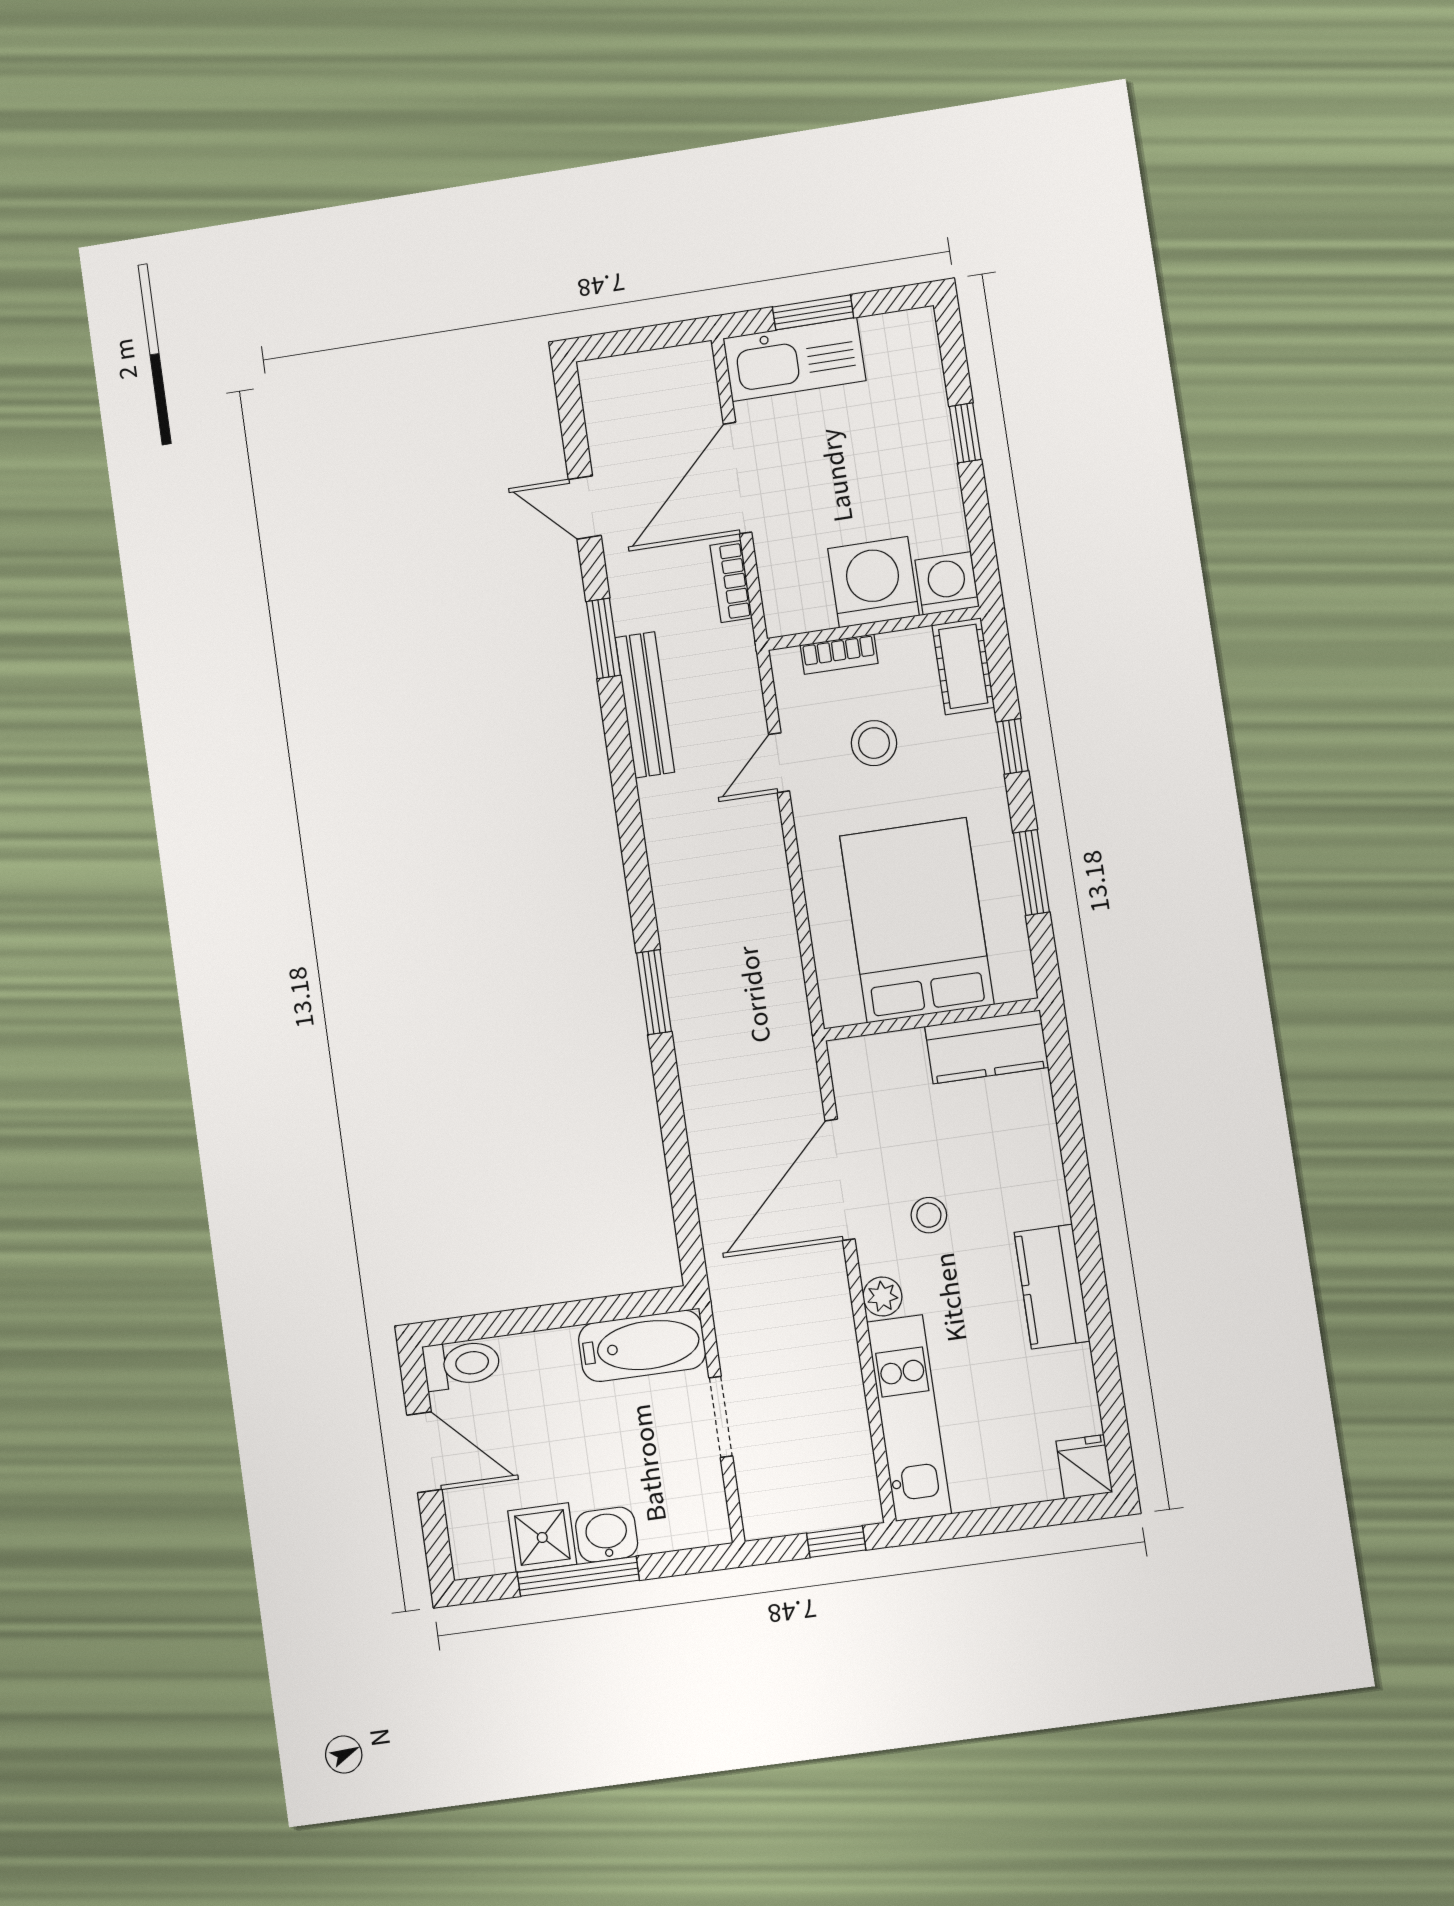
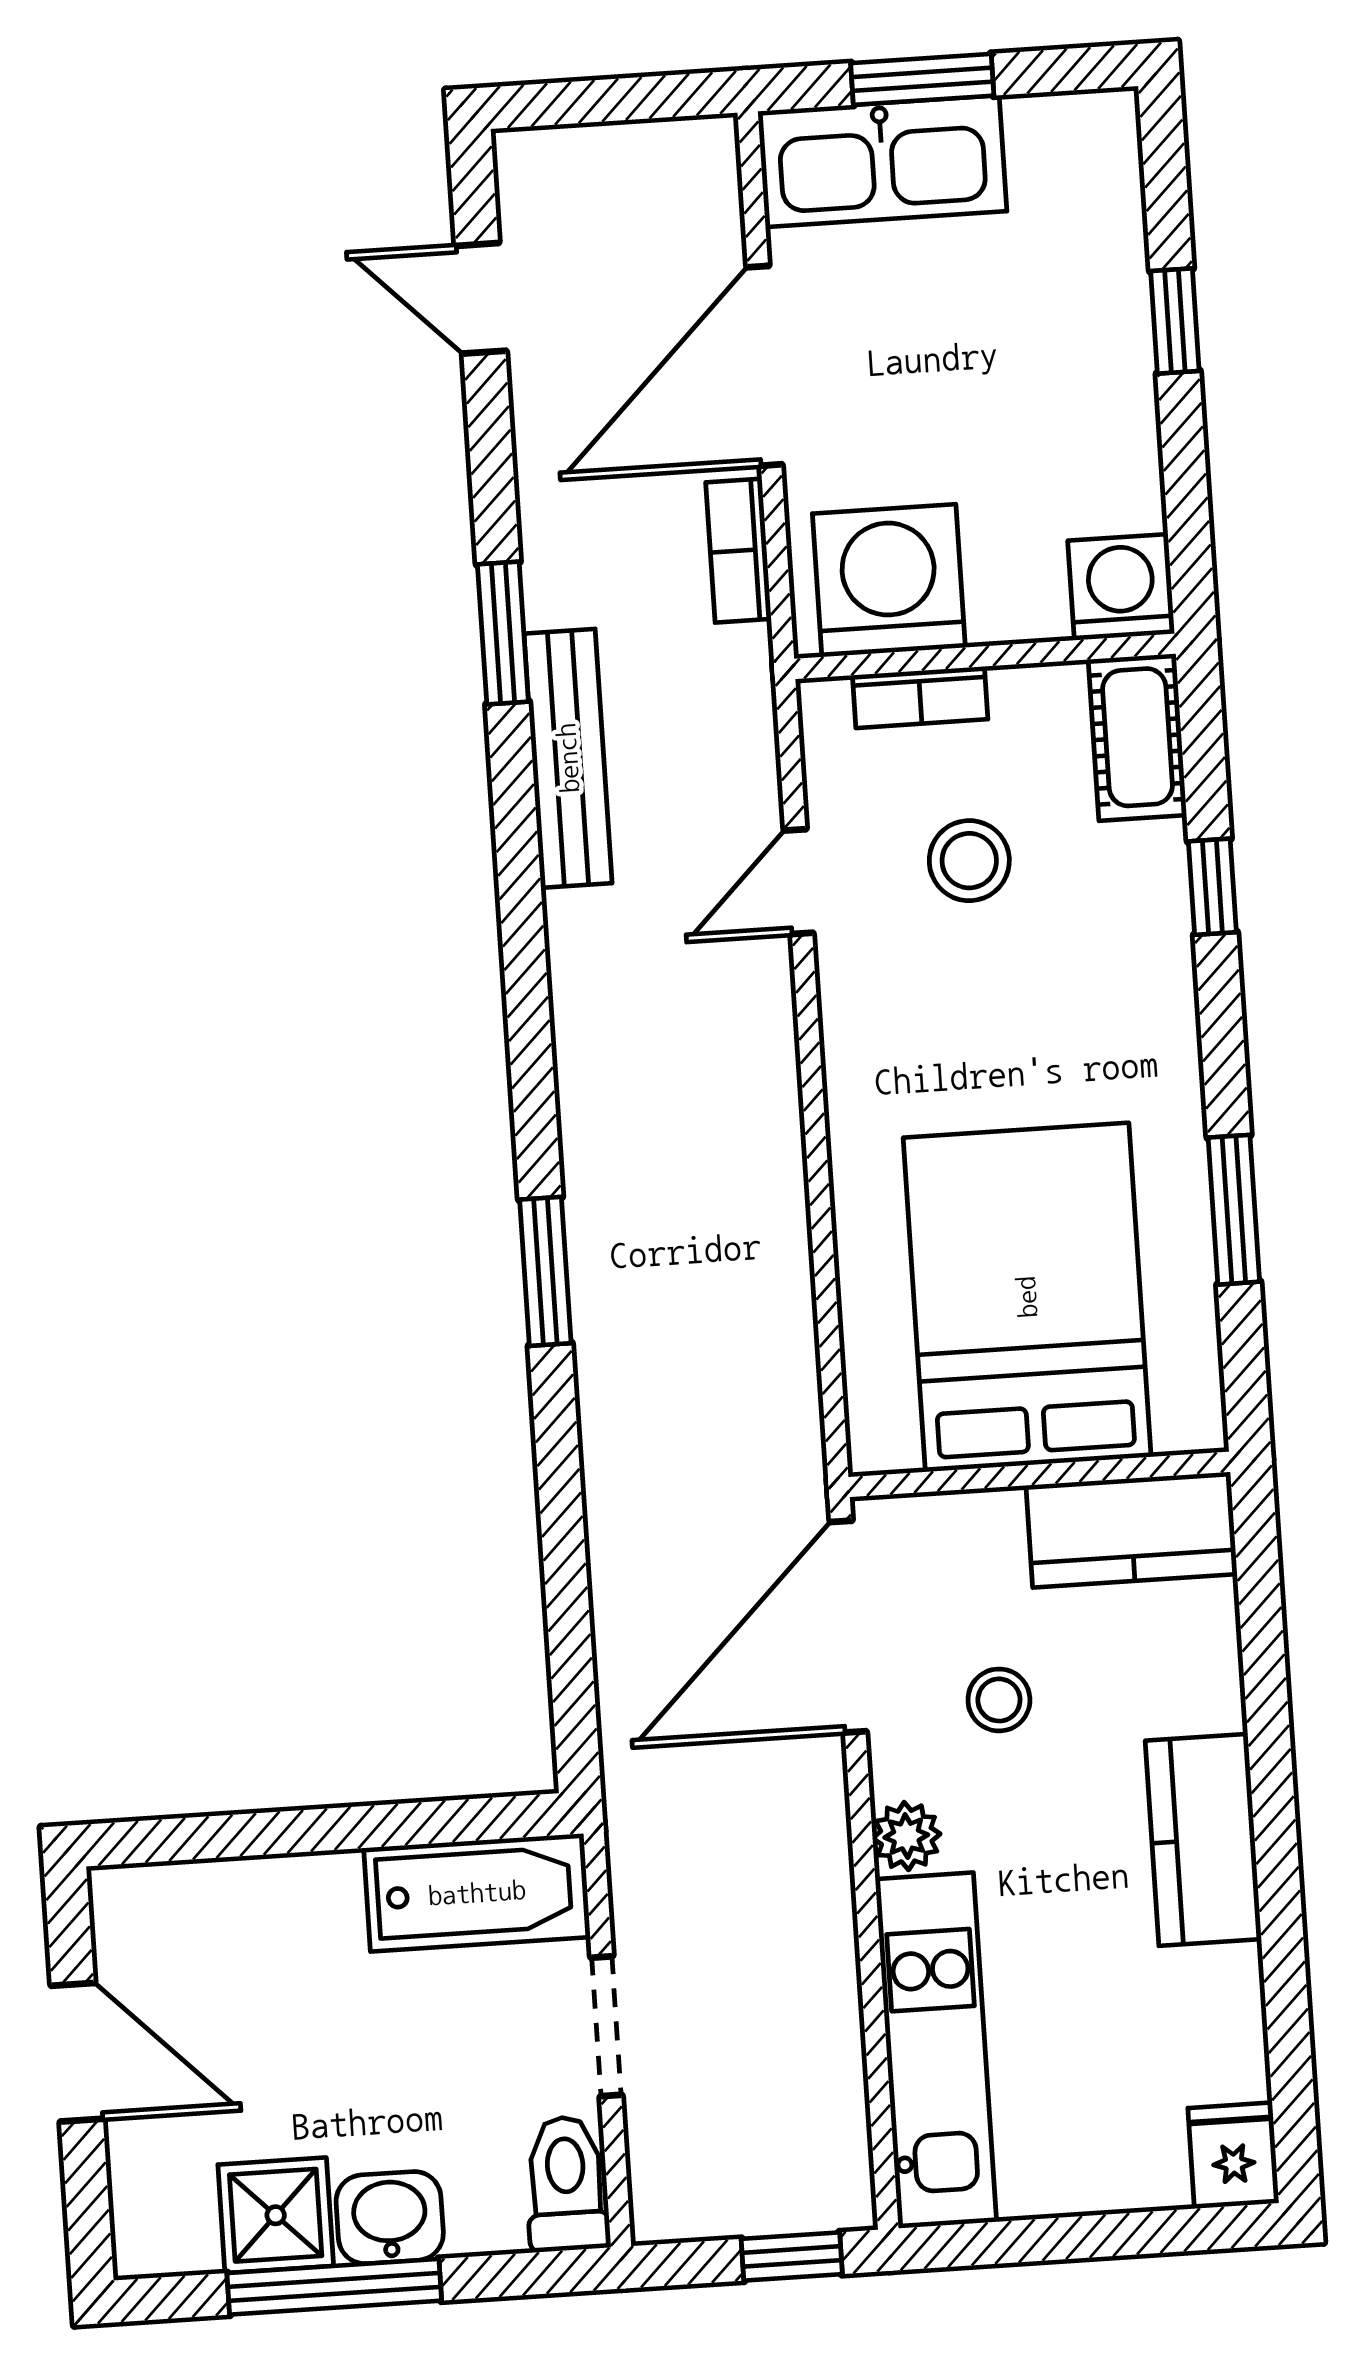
door: (585, 507) -> (481, 298), moved
washing machine: (873, 582) -> (889, 581), moved
window: (1031, 872) -> (1234, 1210), moved
bed: (917, 920) -> (1027, 1297), moved
wall: (932, 1020) -> (1039, 1474), moved
kitchen counter: (987, 1047) -> (1131, 1530), moved
toilet: (462, 1364) -> (566, 2184), moved, turned -90

